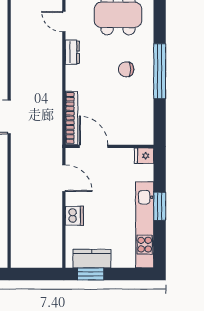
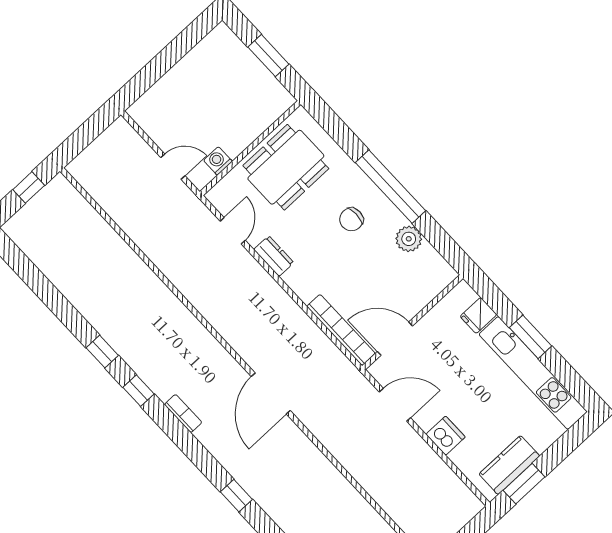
door: (64, 22) -> (233, 231), swing flipped
plant: (145, 104) -> (409, 239), added
fridge: (144, 156) -> (478, 315), moved

